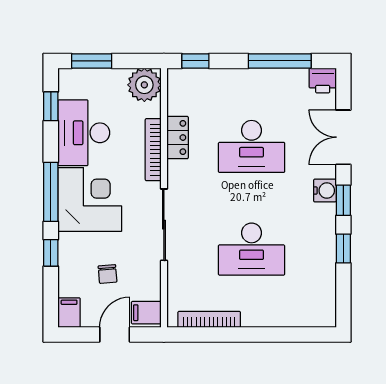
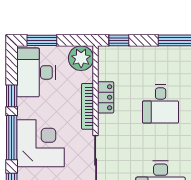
window: (51, 106) -> (12, 96), moved
desk: (84, 133) -> (36, 72), moved
desk: (252, 146) -> (161, 104), width x0.73

